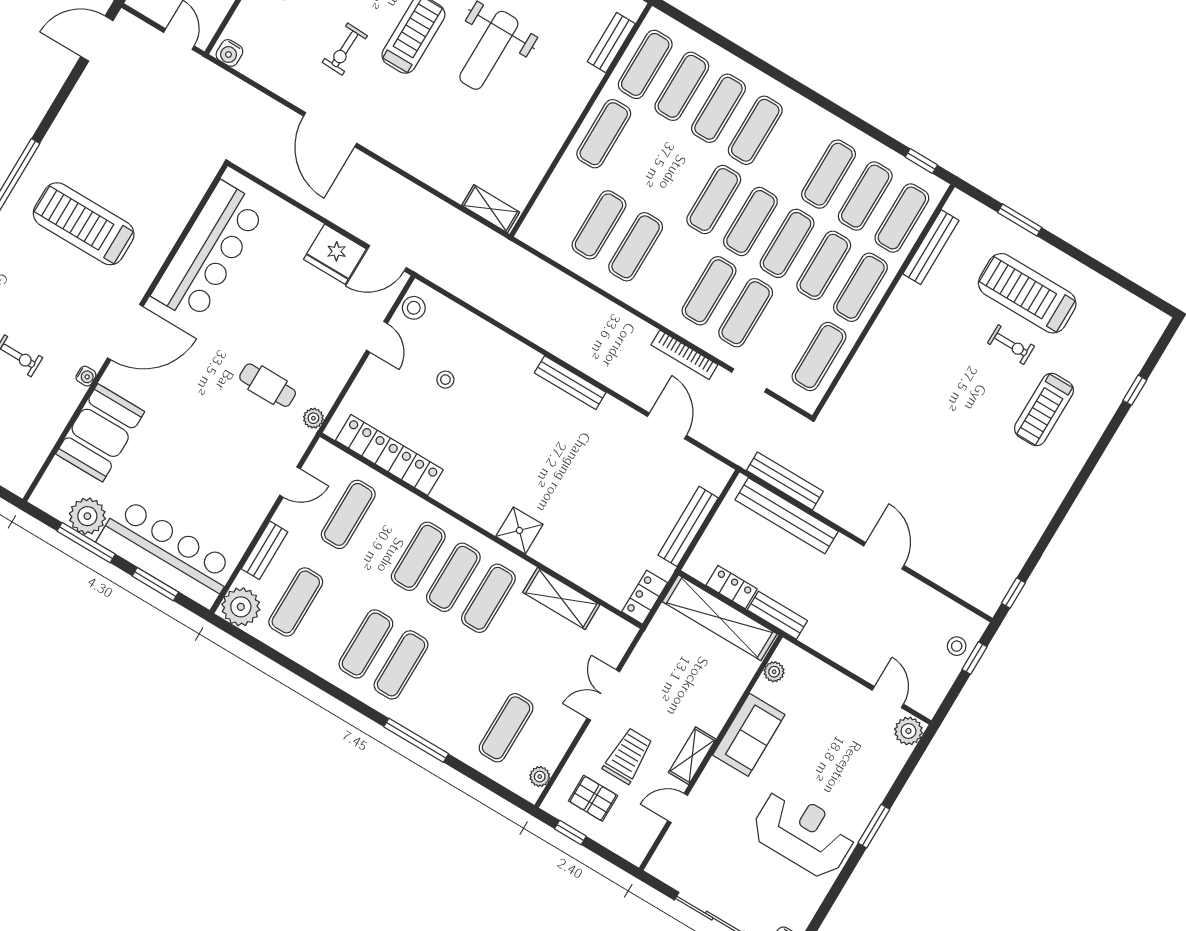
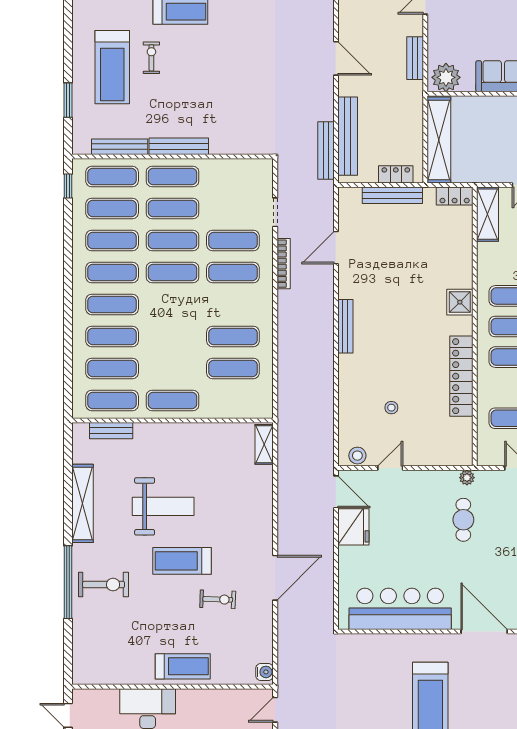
exercise mat: (714, 199) -> (112, 272), moved
bench: (891, 315) -> (179, 146), added
exercise mat: (819, 357) -> (233, 177), removed
locker: (389, 455) -> (461, 376), moved
door: (884, 556) -> (336, 58), swing flipped
locker: (732, 587) -> (396, 174), moved, turned 90
shelving: (561, 599) -> (487, 214), moved
bench: (777, 615) -> (415, 58), moved
plant: (774, 672) -> (446, 77), width x1.88, depth x1.88

